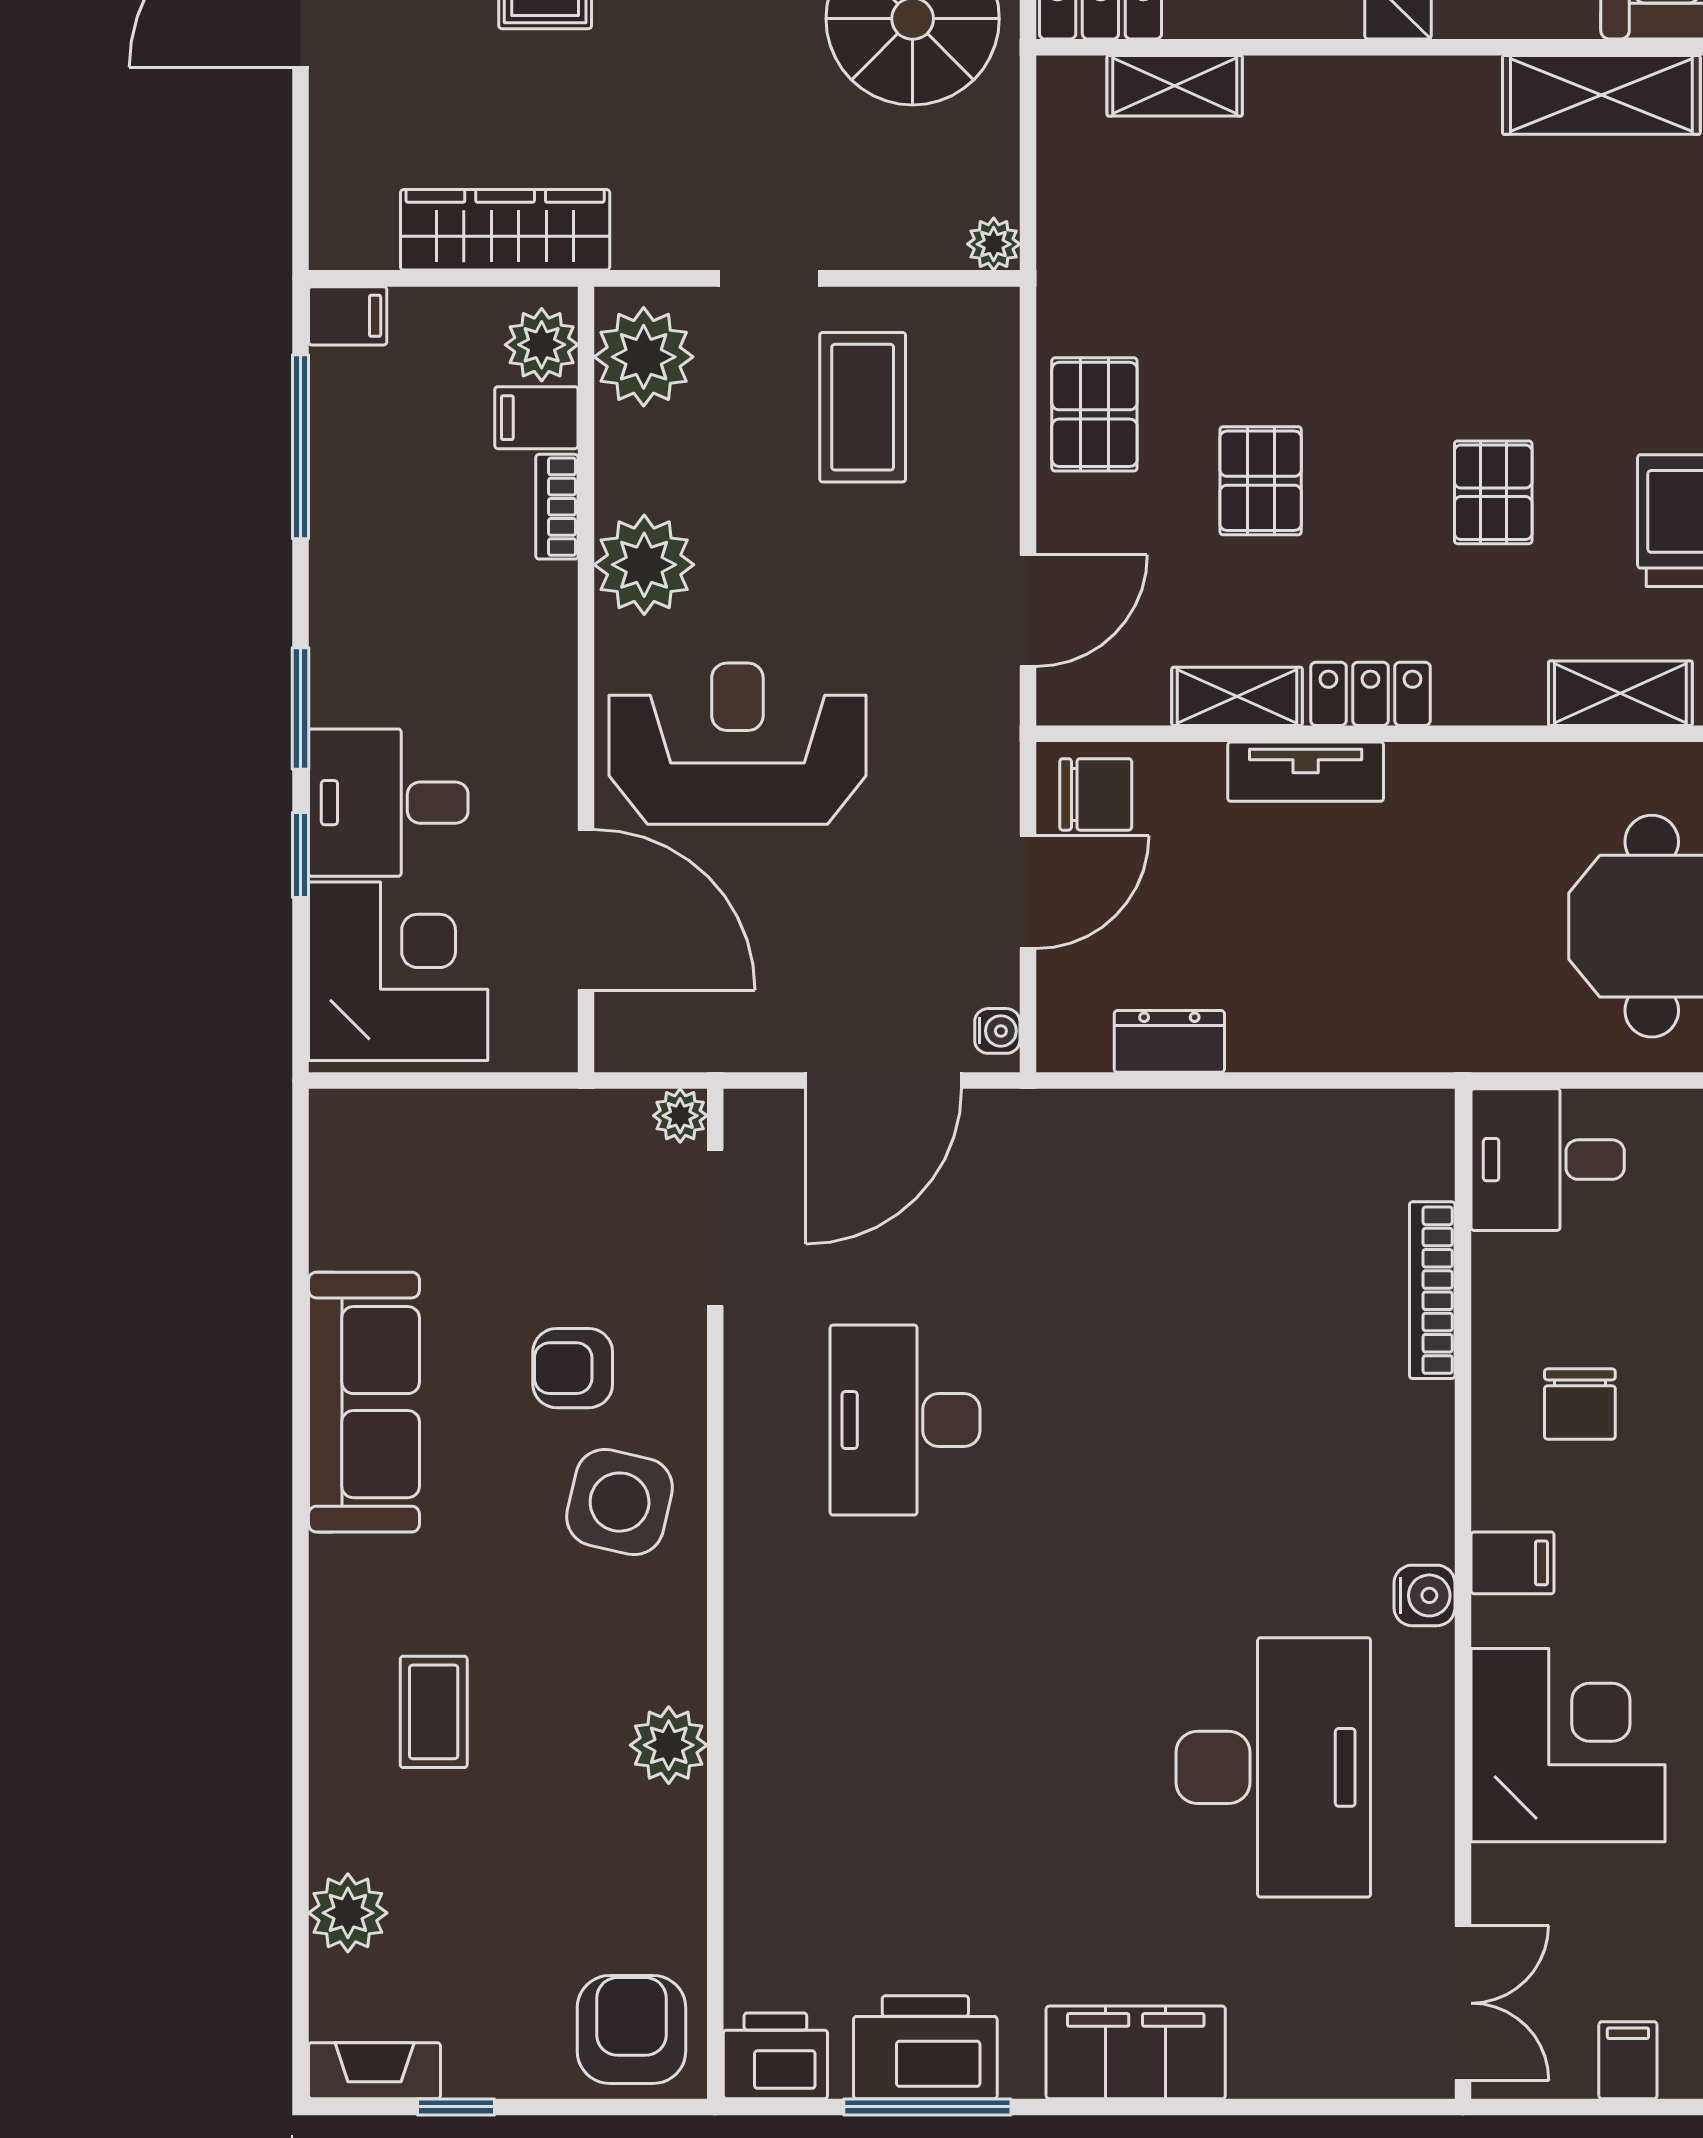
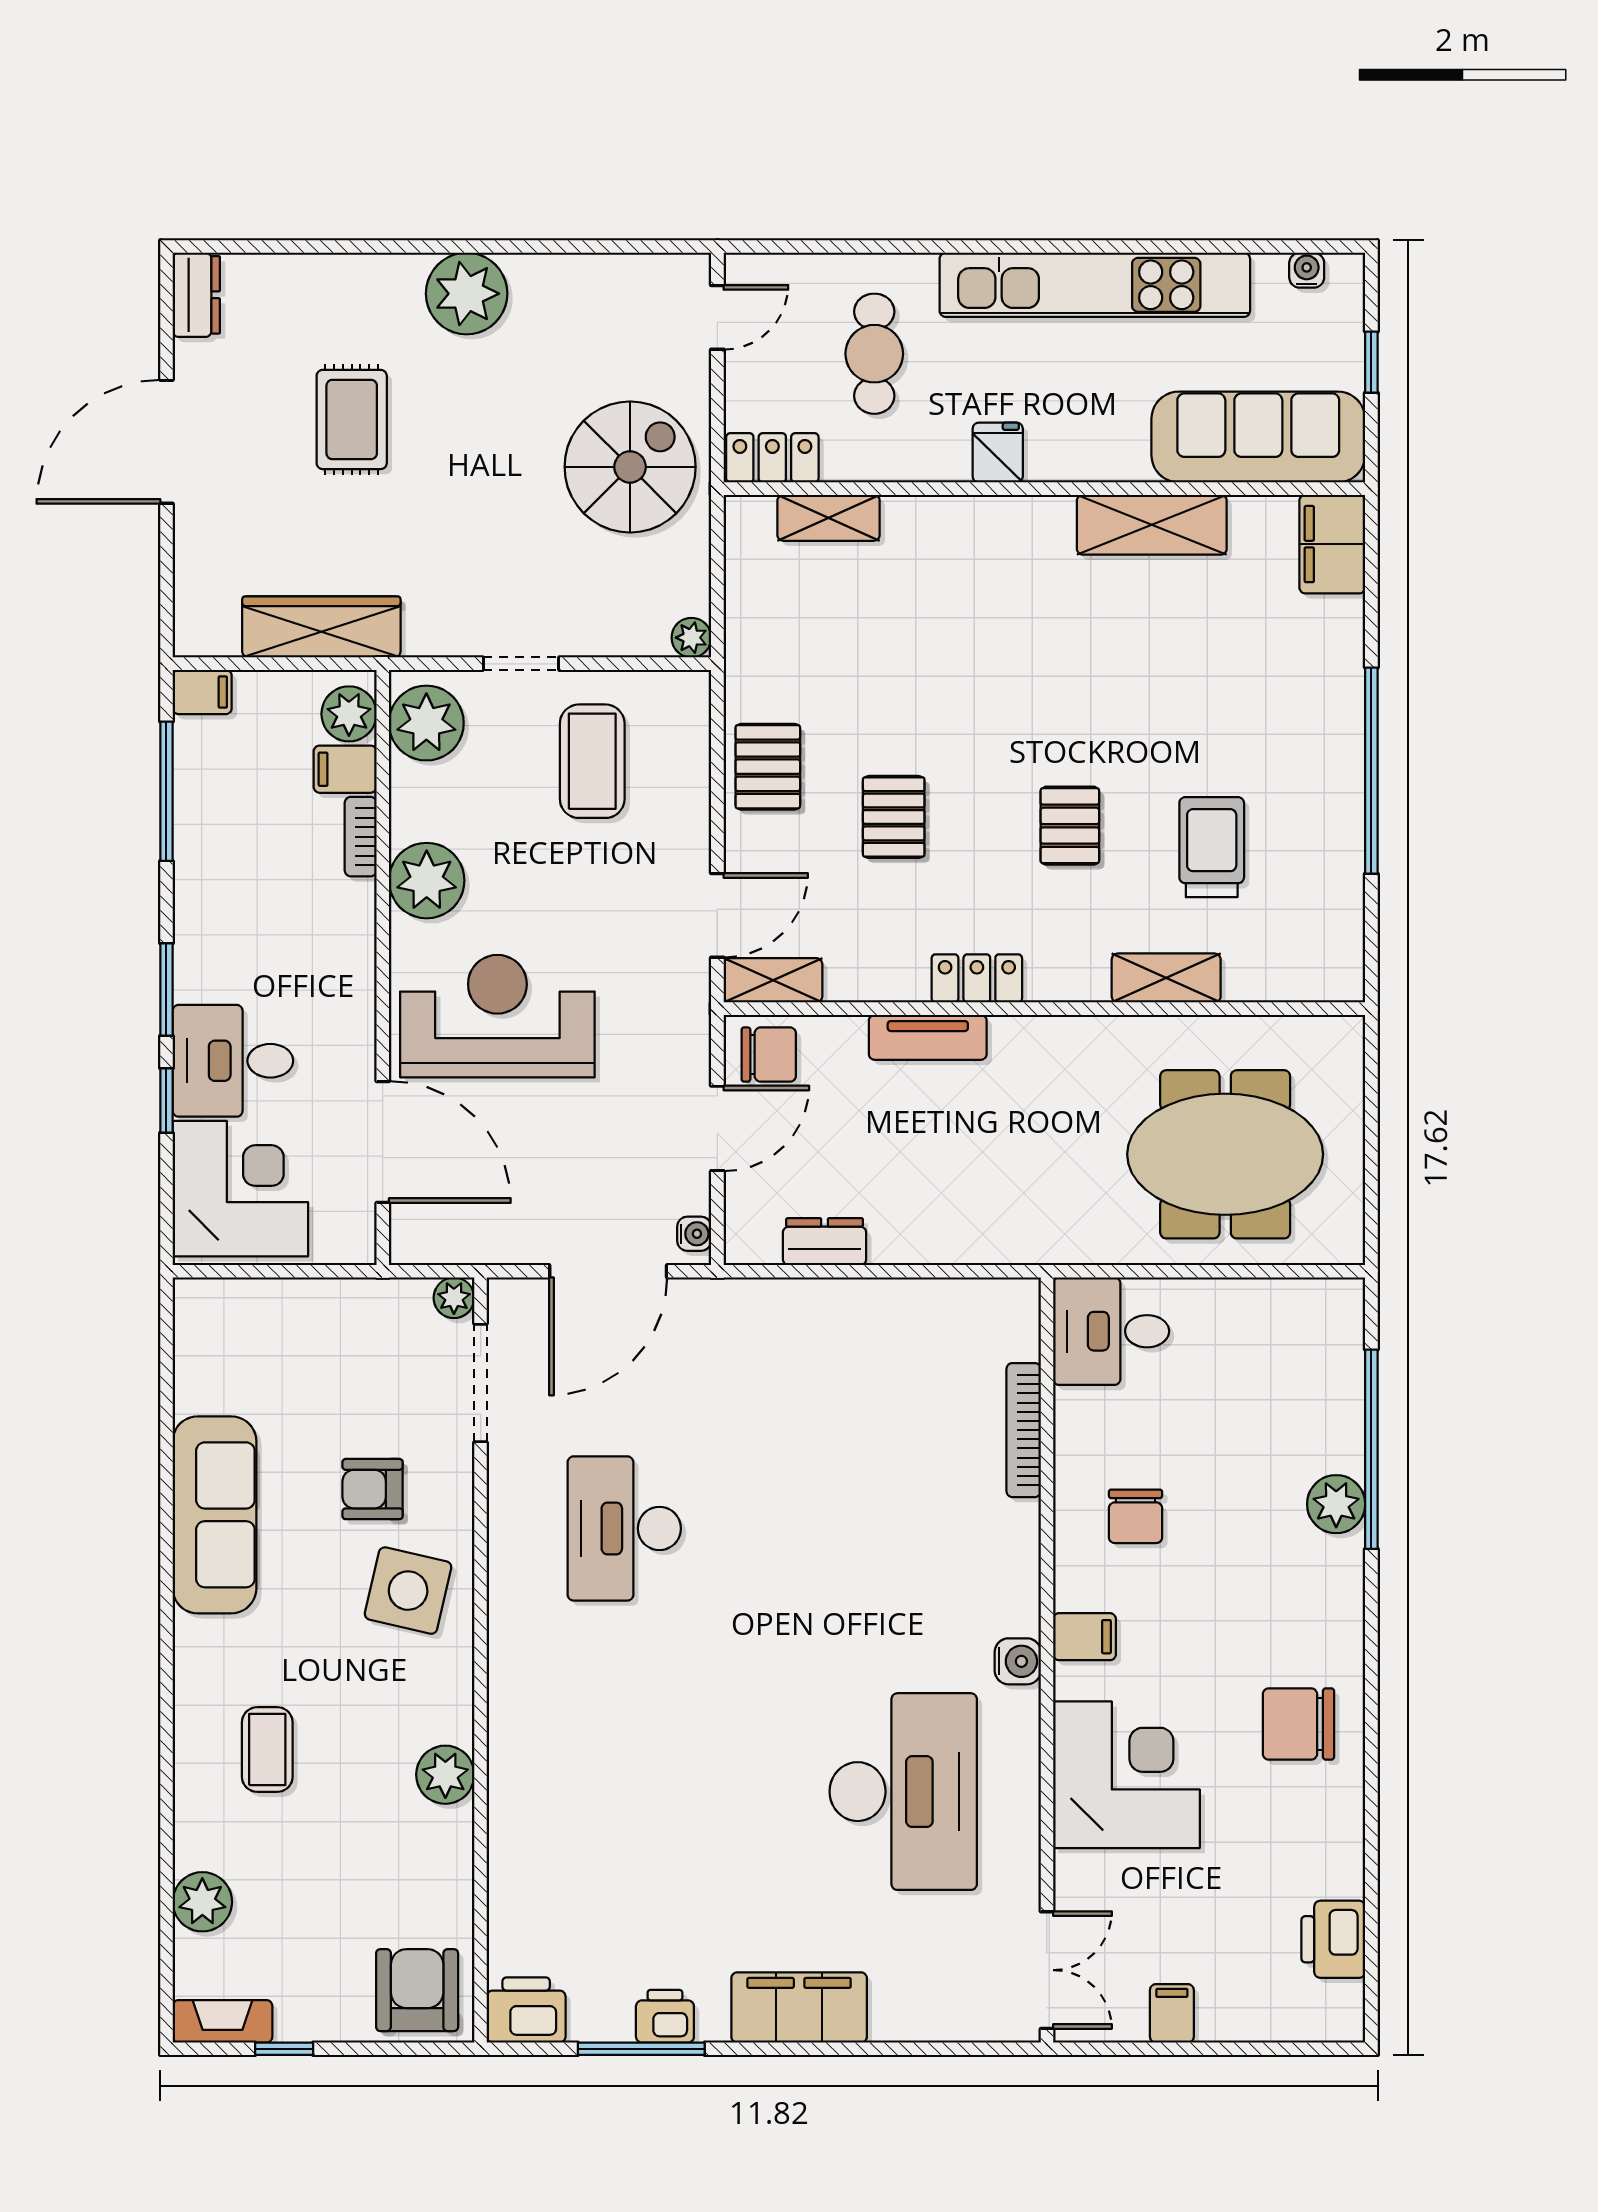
shelving: (1237, 696) -> (773, 980), moved
printer: (925, 2047) -> (665, 2016), width x0.53, depth x0.68

